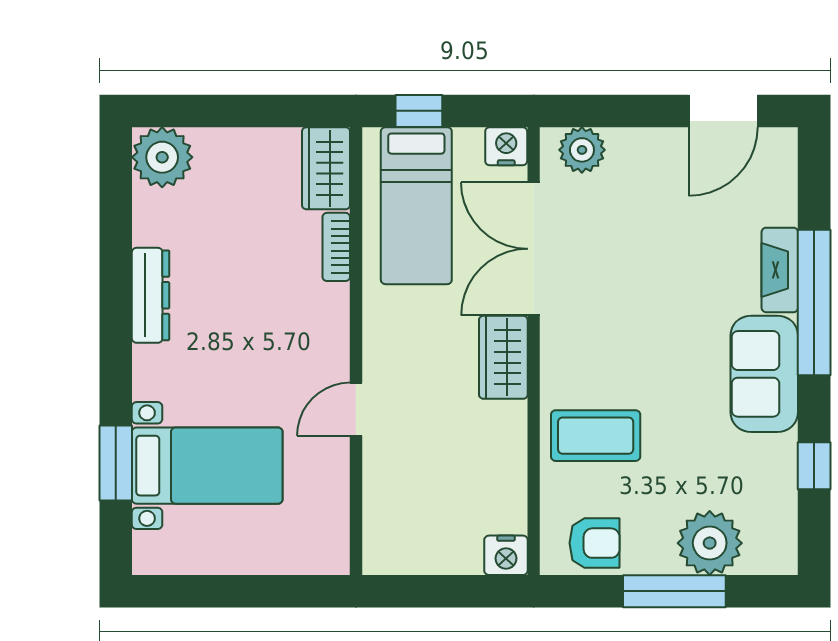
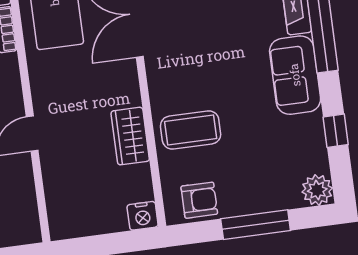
wardrobe: (503, 357) -> (130, 136), moved
plant: (710, 543) -> (317, 190), moved, width x0.73, depth x0.73

